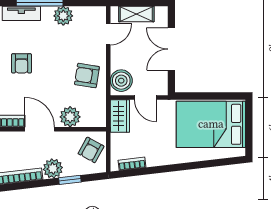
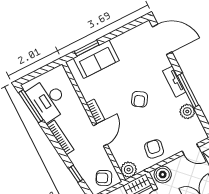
armchair: (22, 63) -> (140, 99), turned -57
plant: (70, 117) -> (129, 170), moved
plant: (53, 168) -> (78, 158), removed

